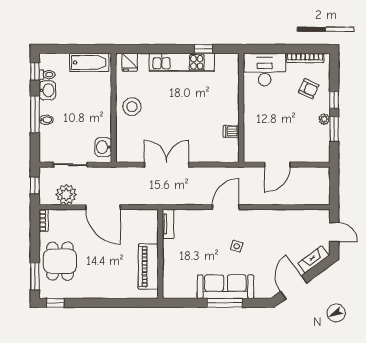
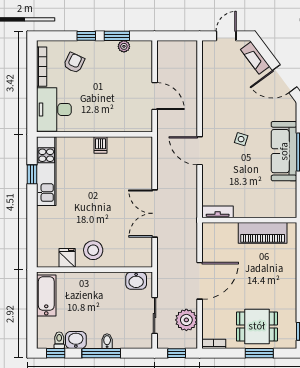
fridge: (130, 62) -> (67, 258), moved, turned -90
kitchen unit: (182, 62) -> (46, 171), moved
plant: (324, 119) -> (124, 46), moved
dishwasher: (231, 131) -> (101, 145), moved
window: (35, 276) -> (259, 353), moved

